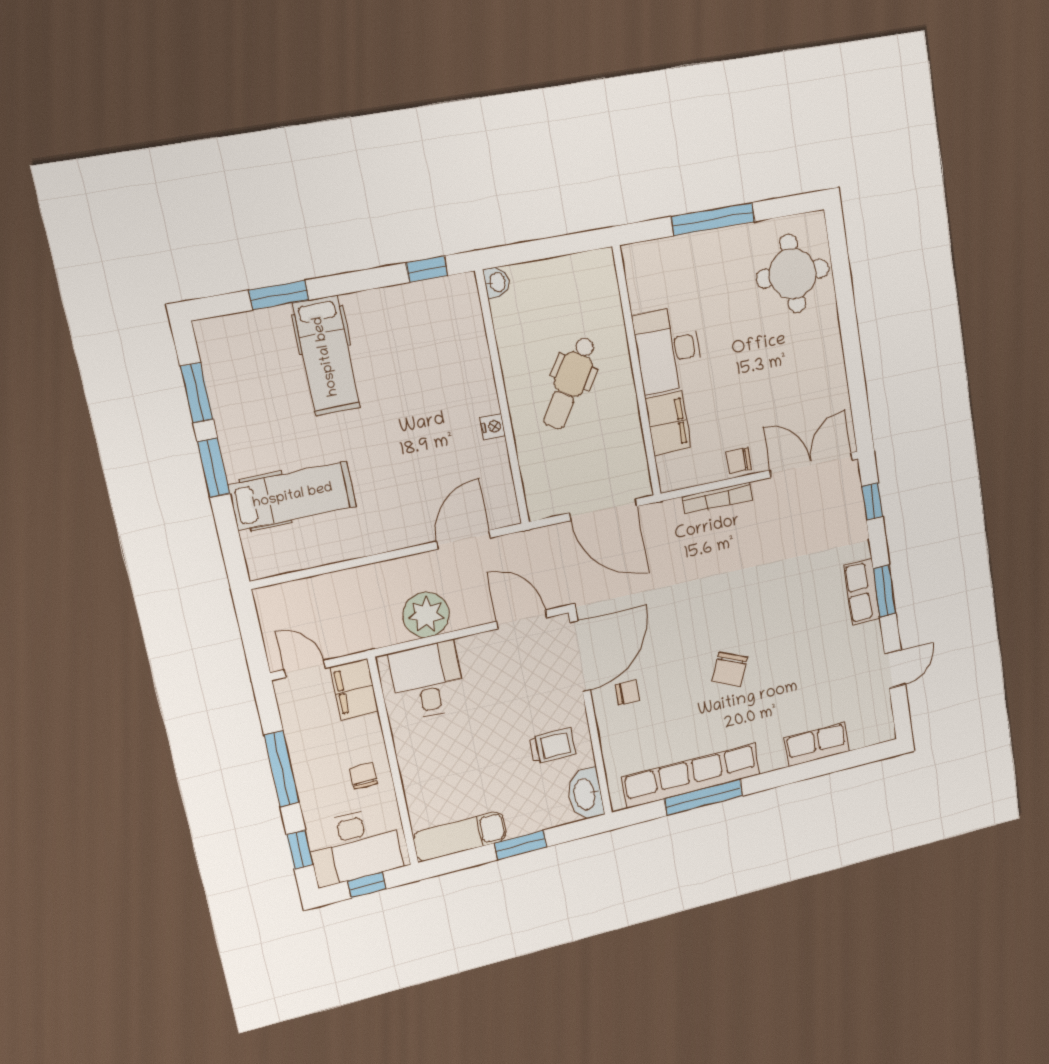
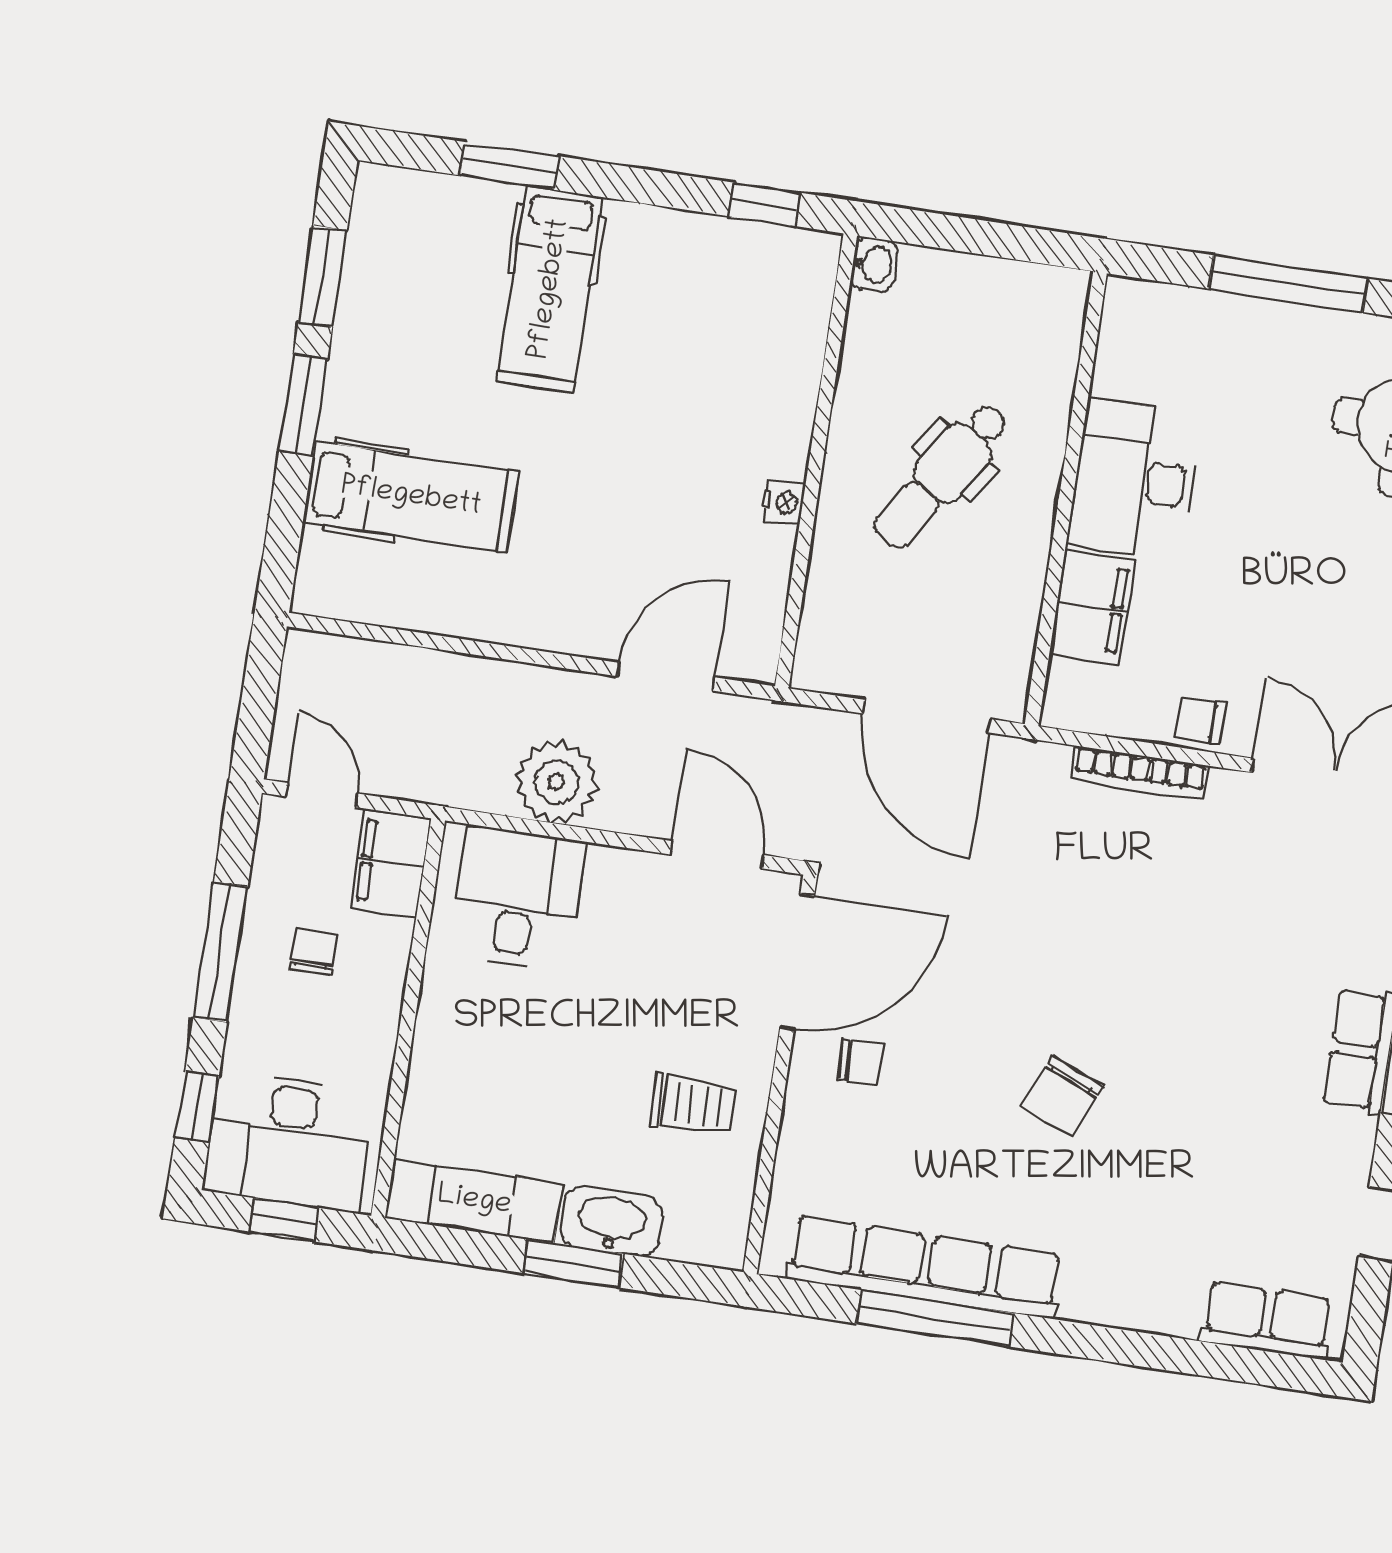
row of seats: (817, 744) -> (1267, 1321), moved
chair: (364, 776) -> (314, 952), moved
washbasin: (585, 794) -> (612, 1222), moved, turned 90

